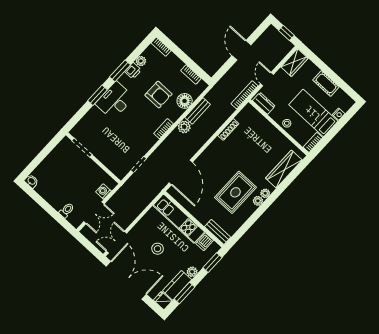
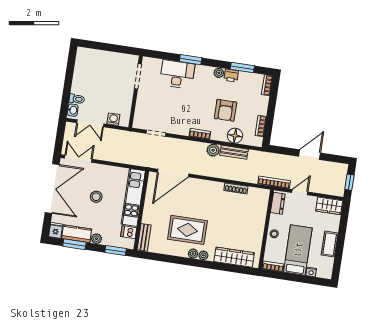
plant: (141, 61) -> (219, 73), moved
window: (120, 71) -> (242, 68), moved
desk: (115, 101) -> (177, 74), moved
washbasin: (31, 181) -> (73, 110), moved

